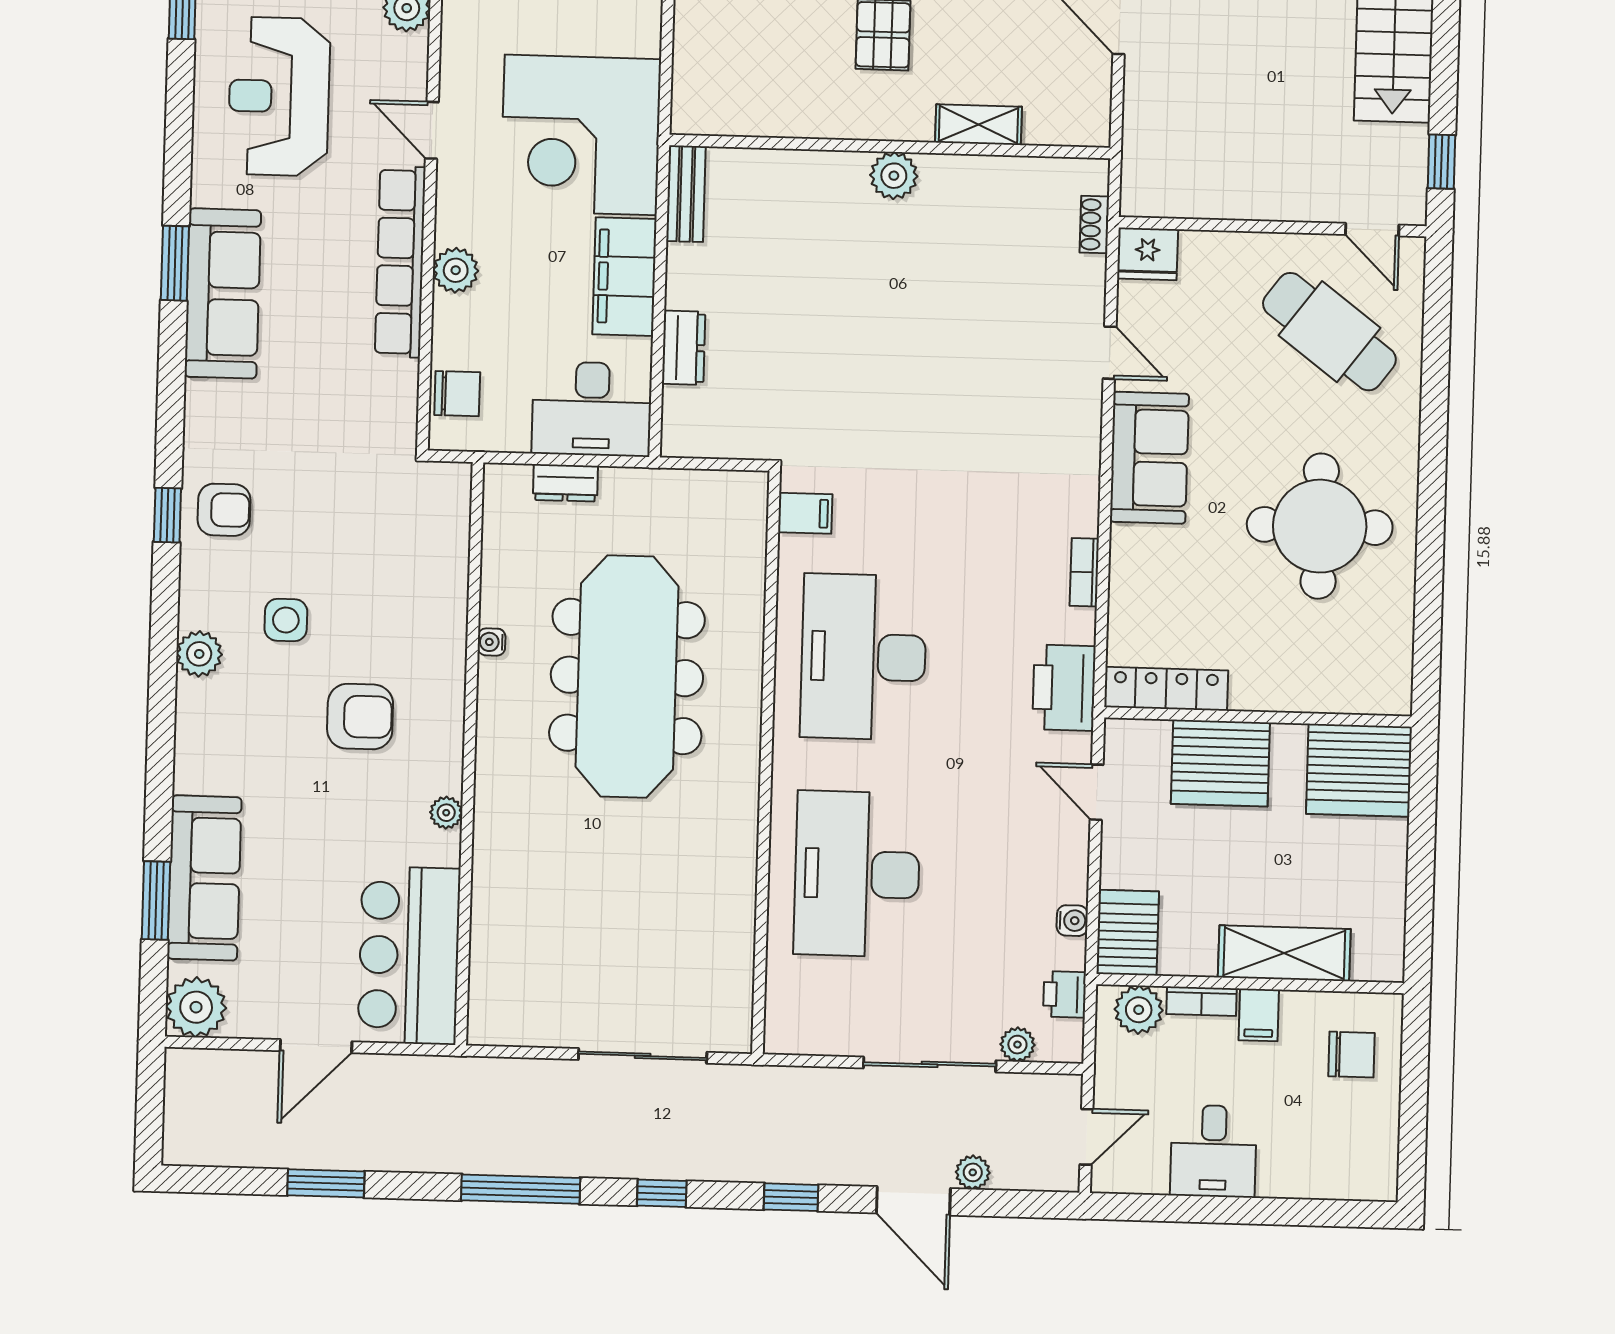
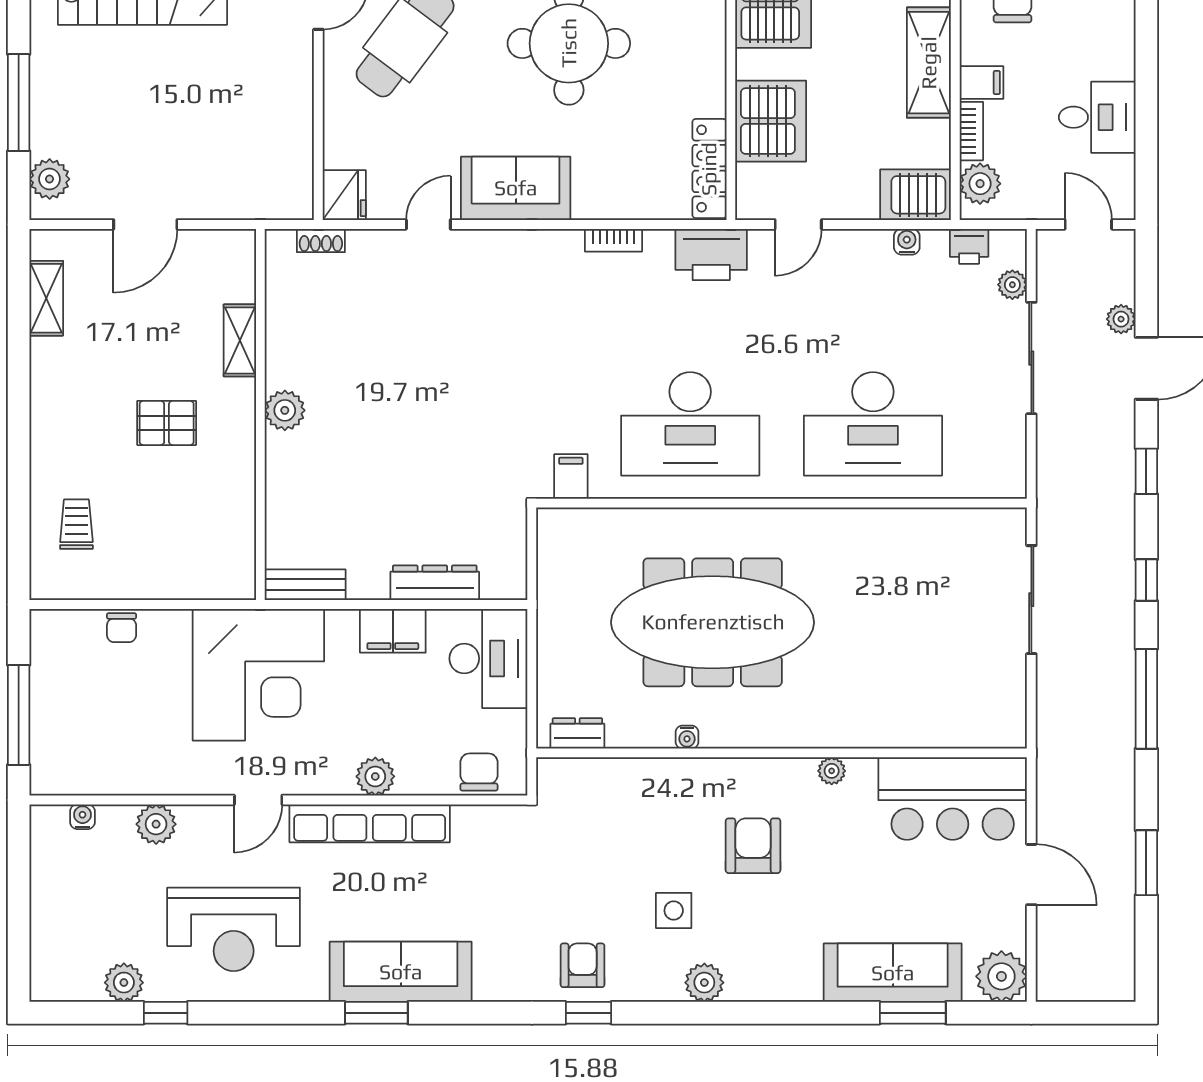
filing cabinet: (624, 277) -> (393, 631), width x0.67, depth x0.86
dresser: (684, 348) -> (435, 583), width x1.44
dresser: (565, 483) -> (577, 733), moved, turned -90

